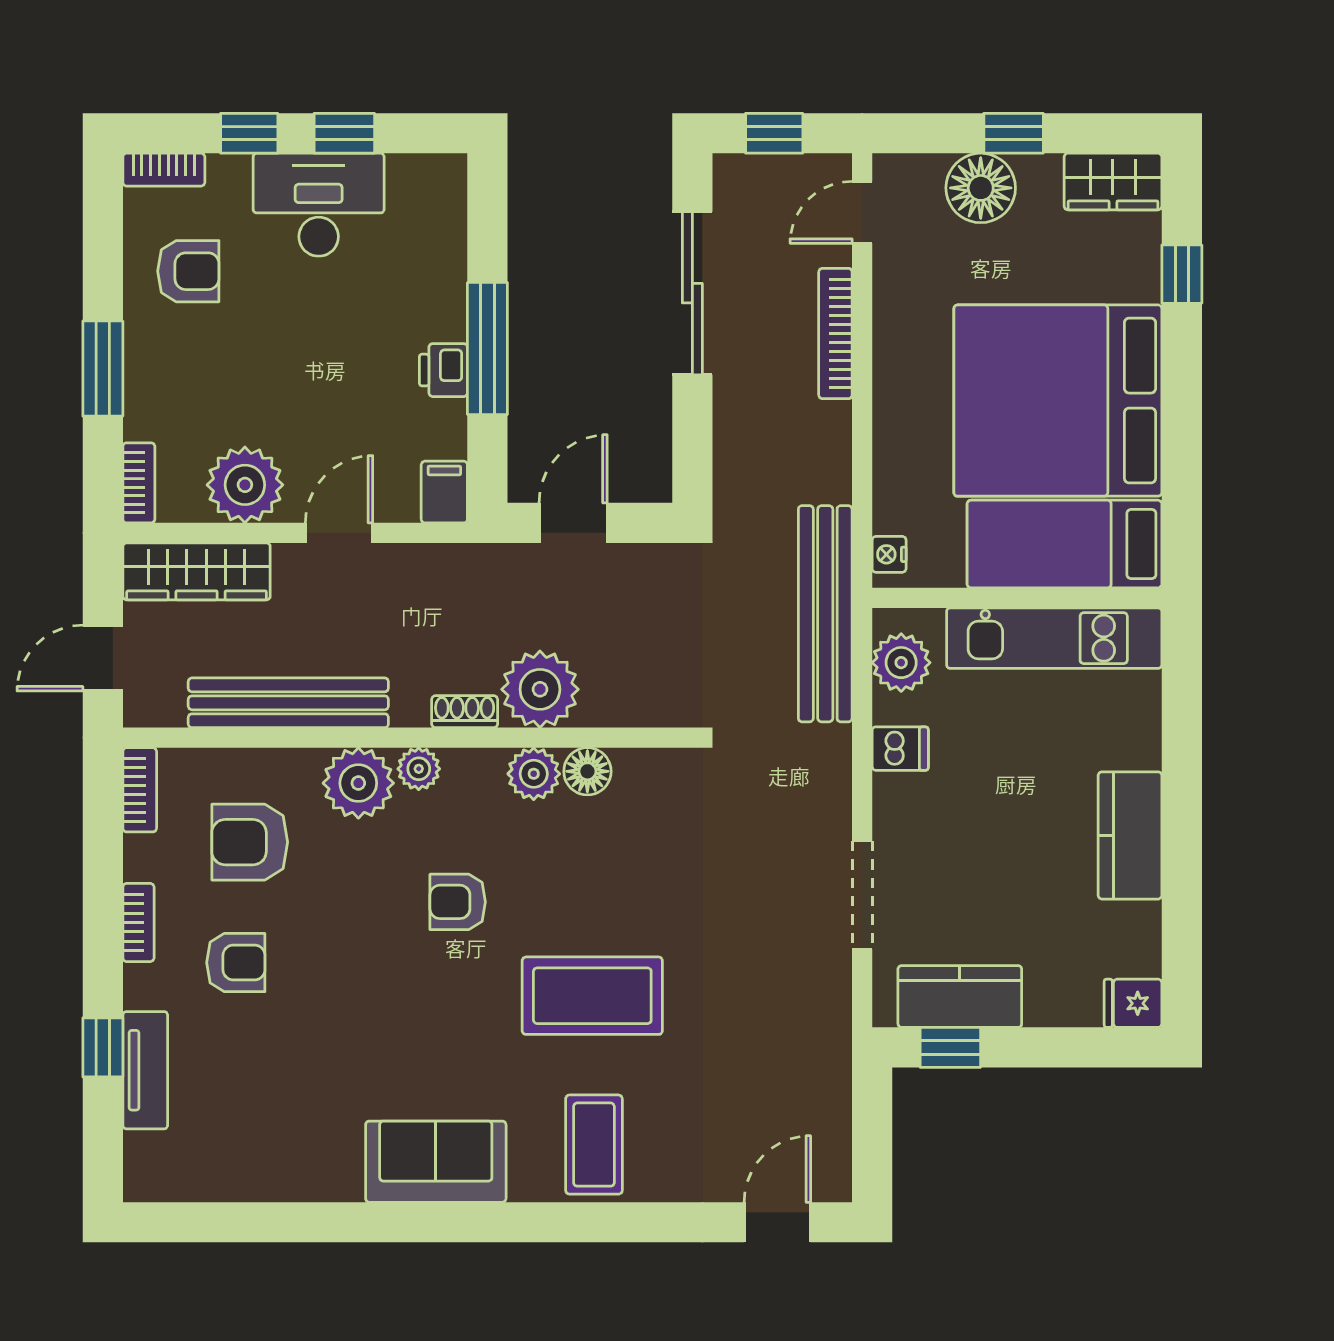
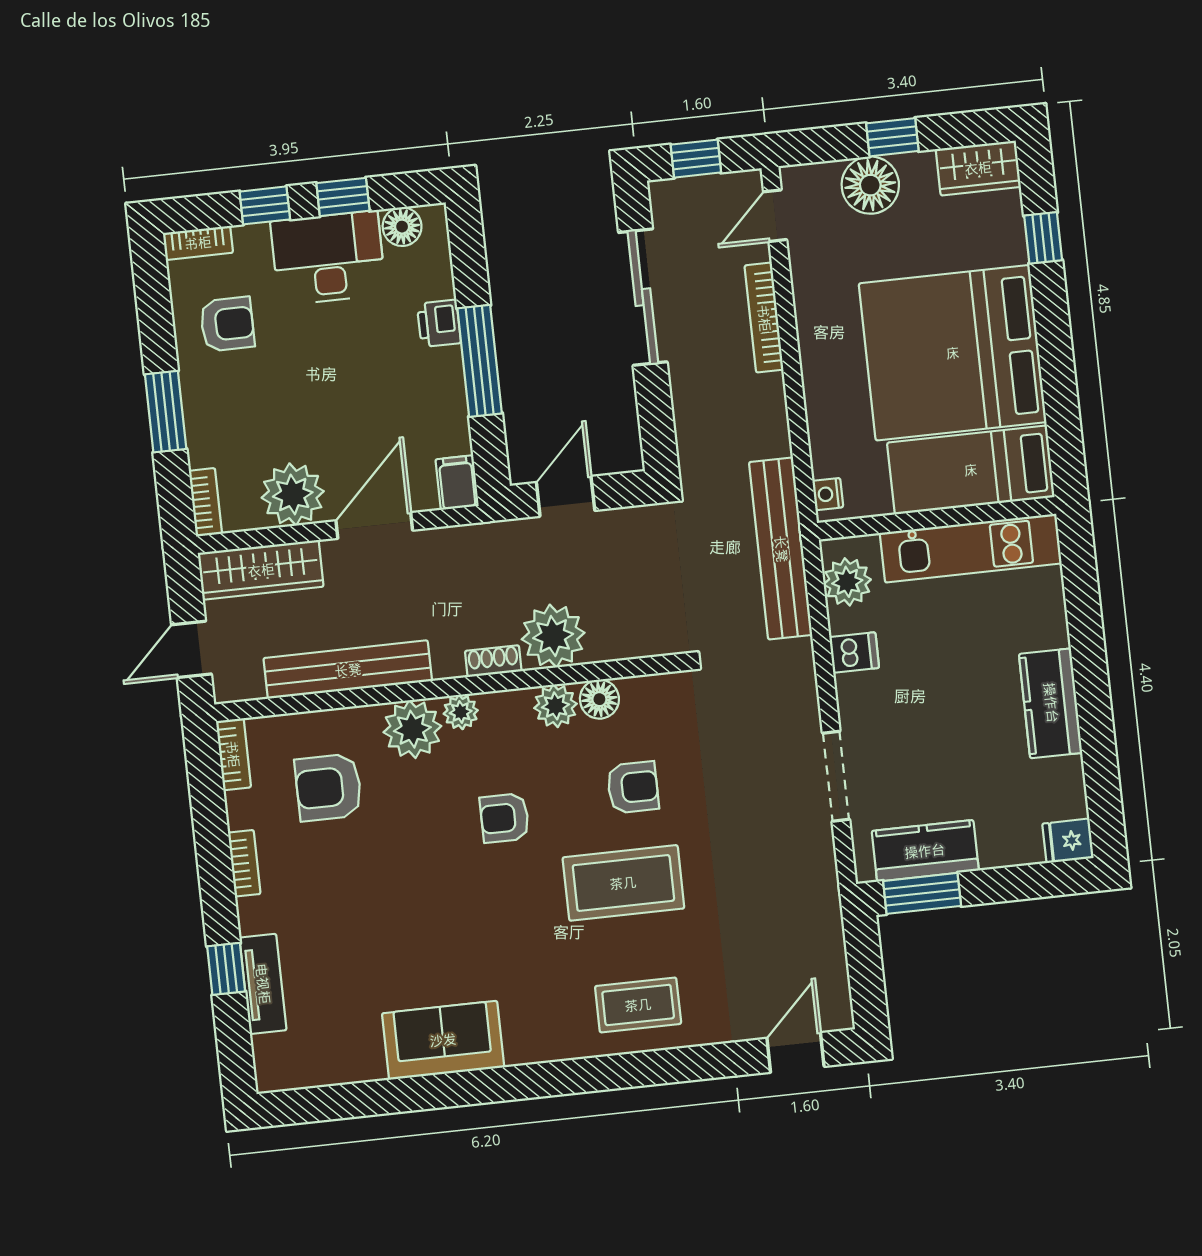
floor lamp: (412, 177) -> (402, 227), added
printer: (443, 370) -> (439, 323), moved
door: (339, 533) -> (374, 525), width x1.38
armchair: (236, 963) -> (633, 787), moved
window: (950, 1047) -> (922, 893), width x1.50
coffee table: (594, 1145) -> (638, 1005), turned 90
sofa: (436, 1162) -> (443, 1040), moved

